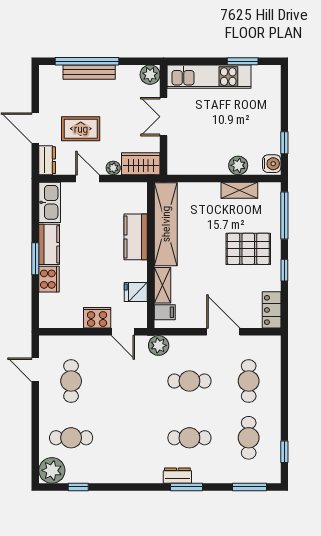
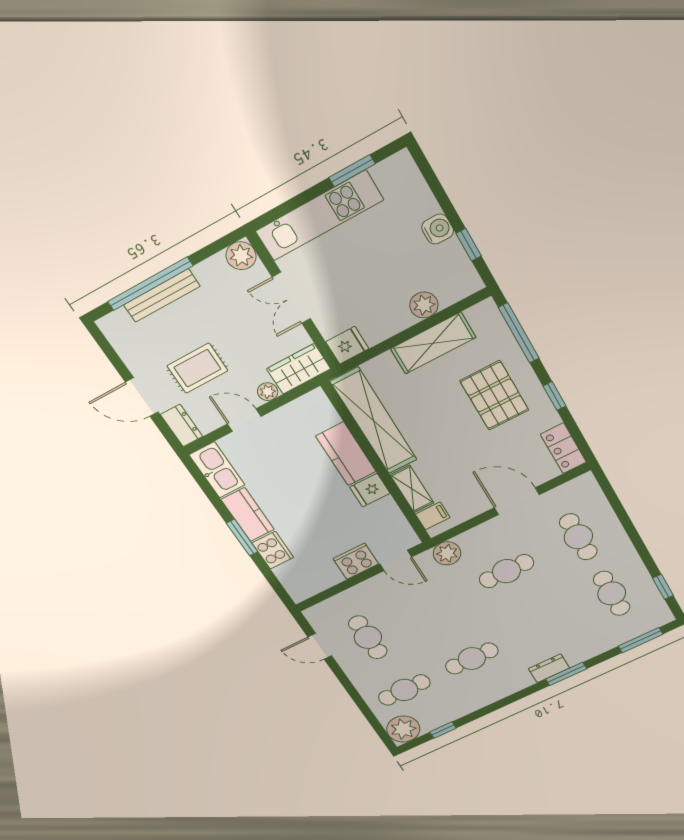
water cooler: (272, 164) -> (438, 229), moved
fridge: (179, 165) -> (347, 345), added
shelving: (239, 190) -> (433, 343), width x1.50, depth x1.33
pallet: (248, 249) -> (494, 395), turned 90
fridge: (136, 292) -> (370, 490), moved
cafe table: (189, 438) -> (472, 659), moved

